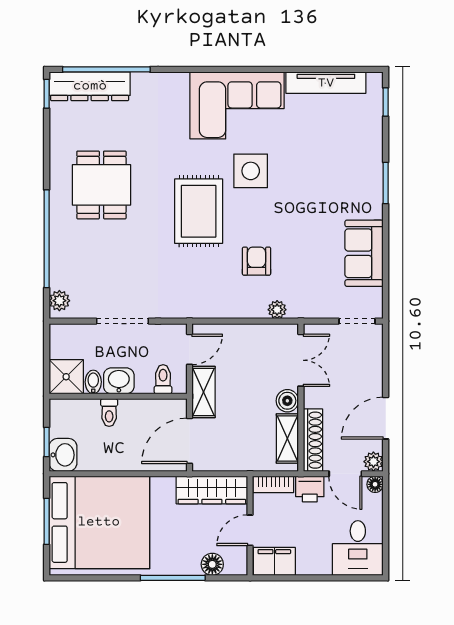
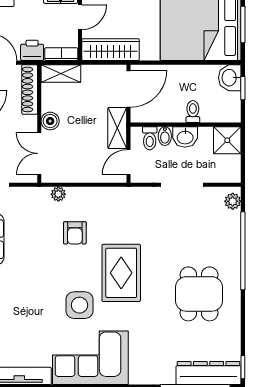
bidet: (93, 382) -> (165, 136), moved
shelving: (287, 438) -> (61, 73), moved, turned 90

